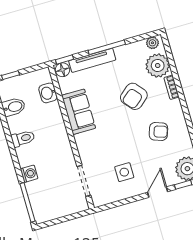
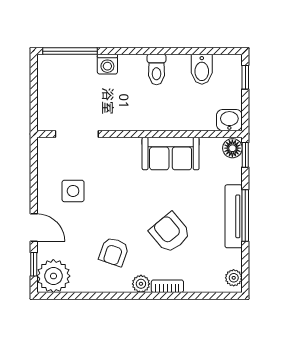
tv unit: (92, 60) -> (234, 216), moved
plant: (158, 66) -> (141, 284), moved, width x0.53, depth x0.53
washbasin: (48, 93) -> (229, 120), moved

